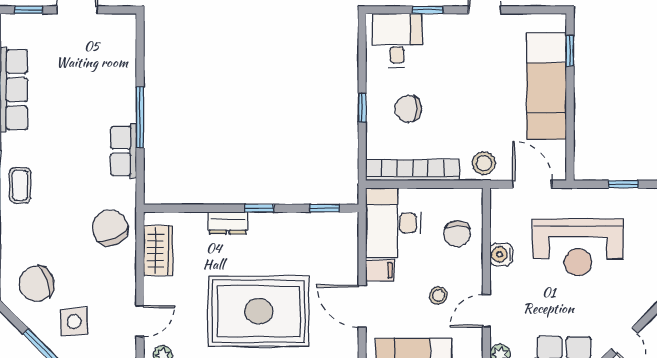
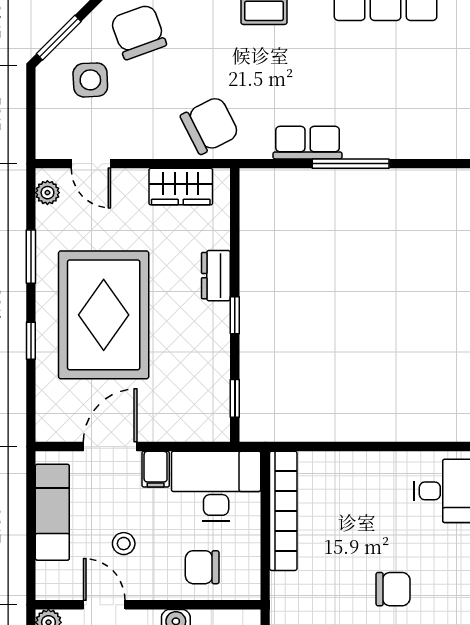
window: (362, 108) -> (363, 447), removed
chair: (408, 109) -> (393, 589), moved, turned 90
stool: (484, 163) -> (292, 601), removed

